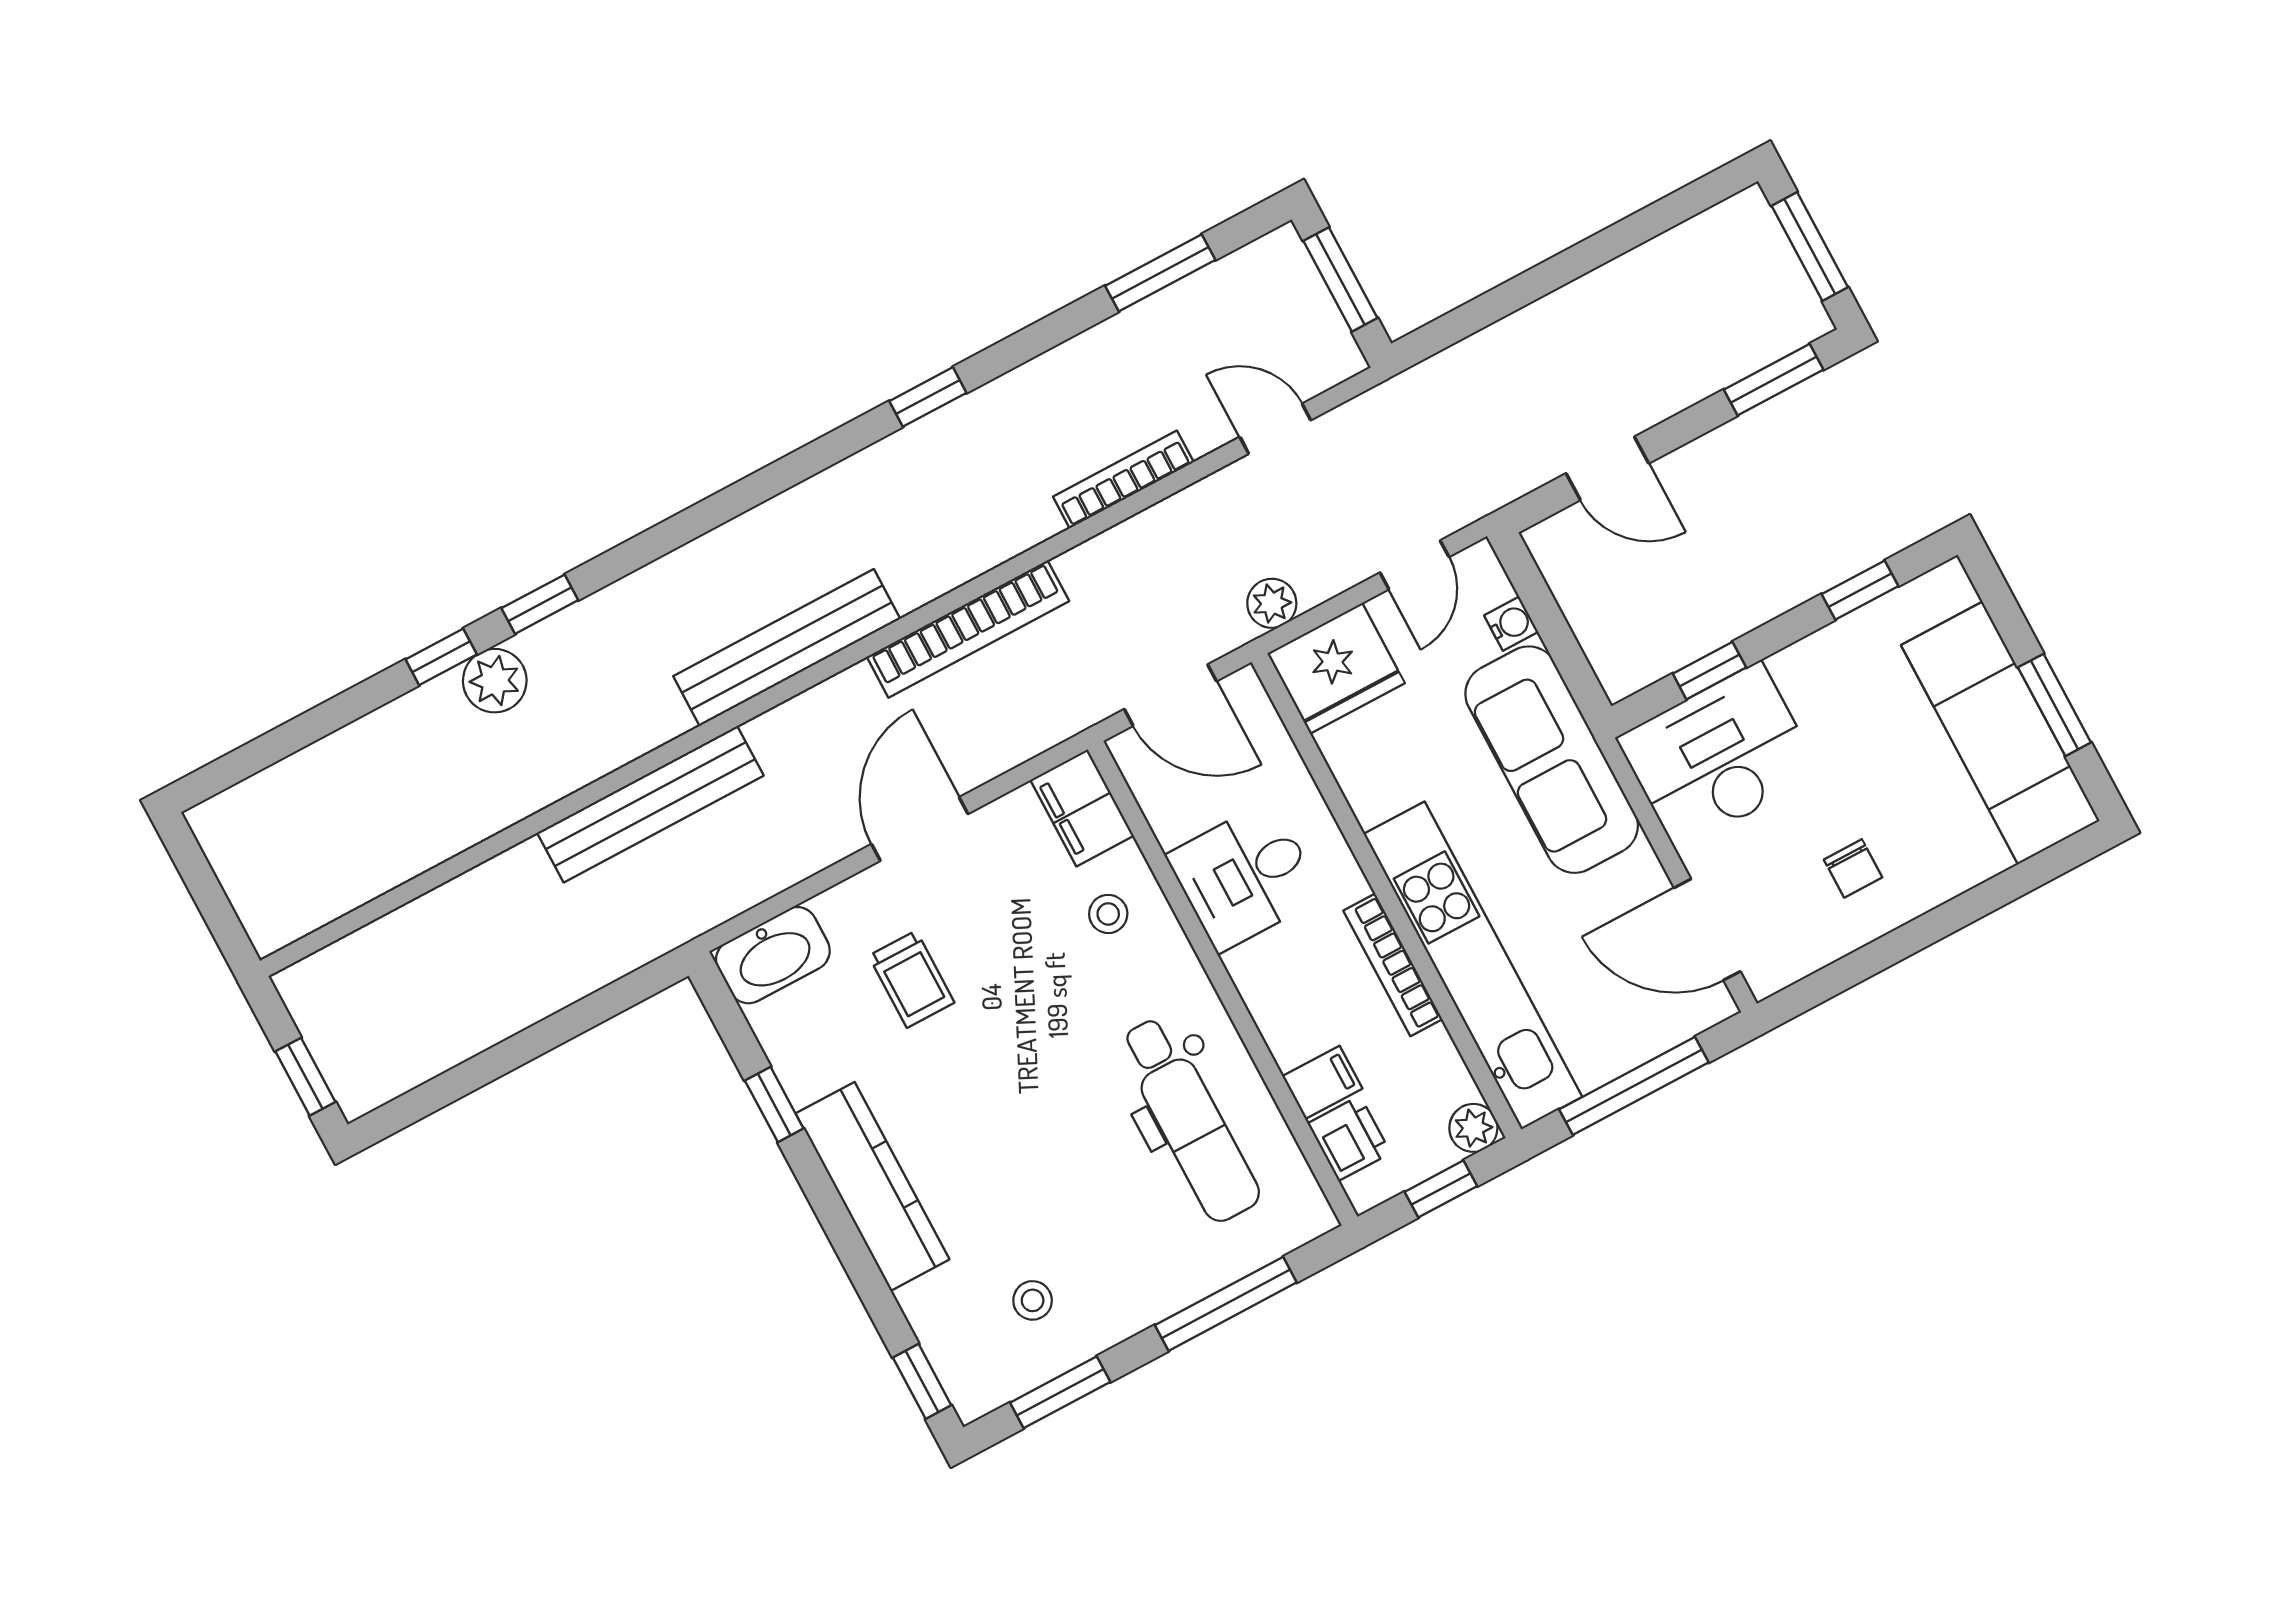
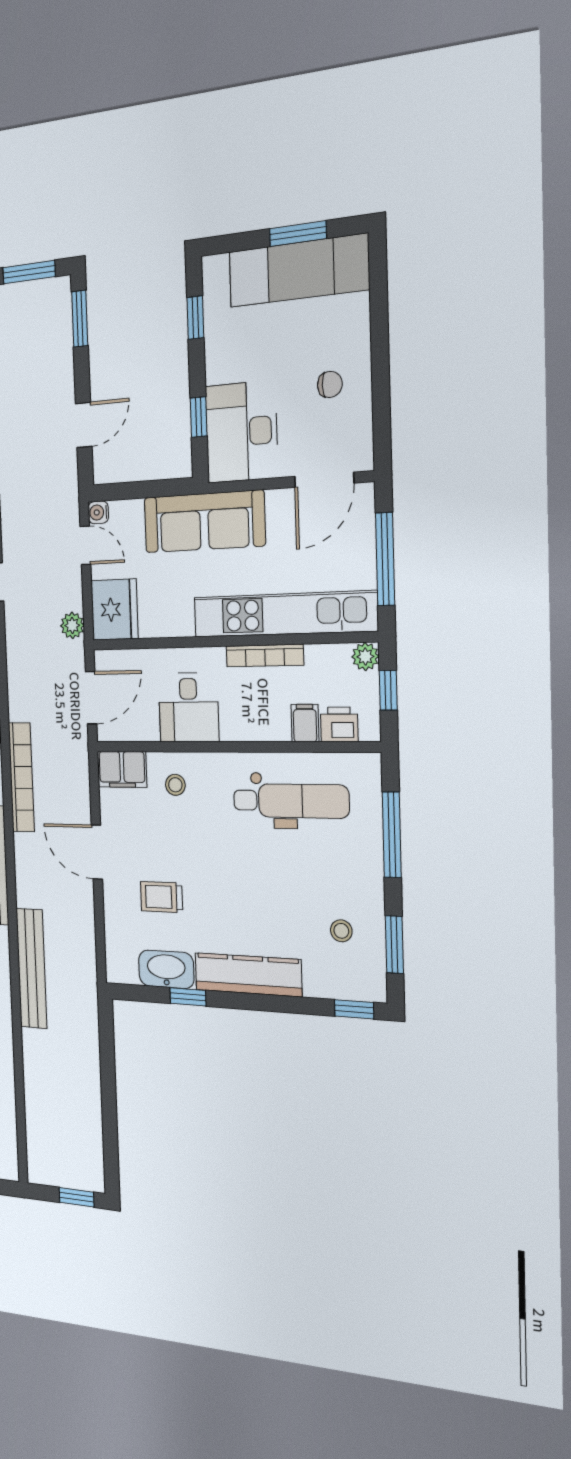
water cooler: (1511, 624) -> (98, 512), moved, turned -90
washbasin: (773, 955) -> (166, 969), moved, turned -90
trolley: (912, 979) -> (162, 897), turned 180

